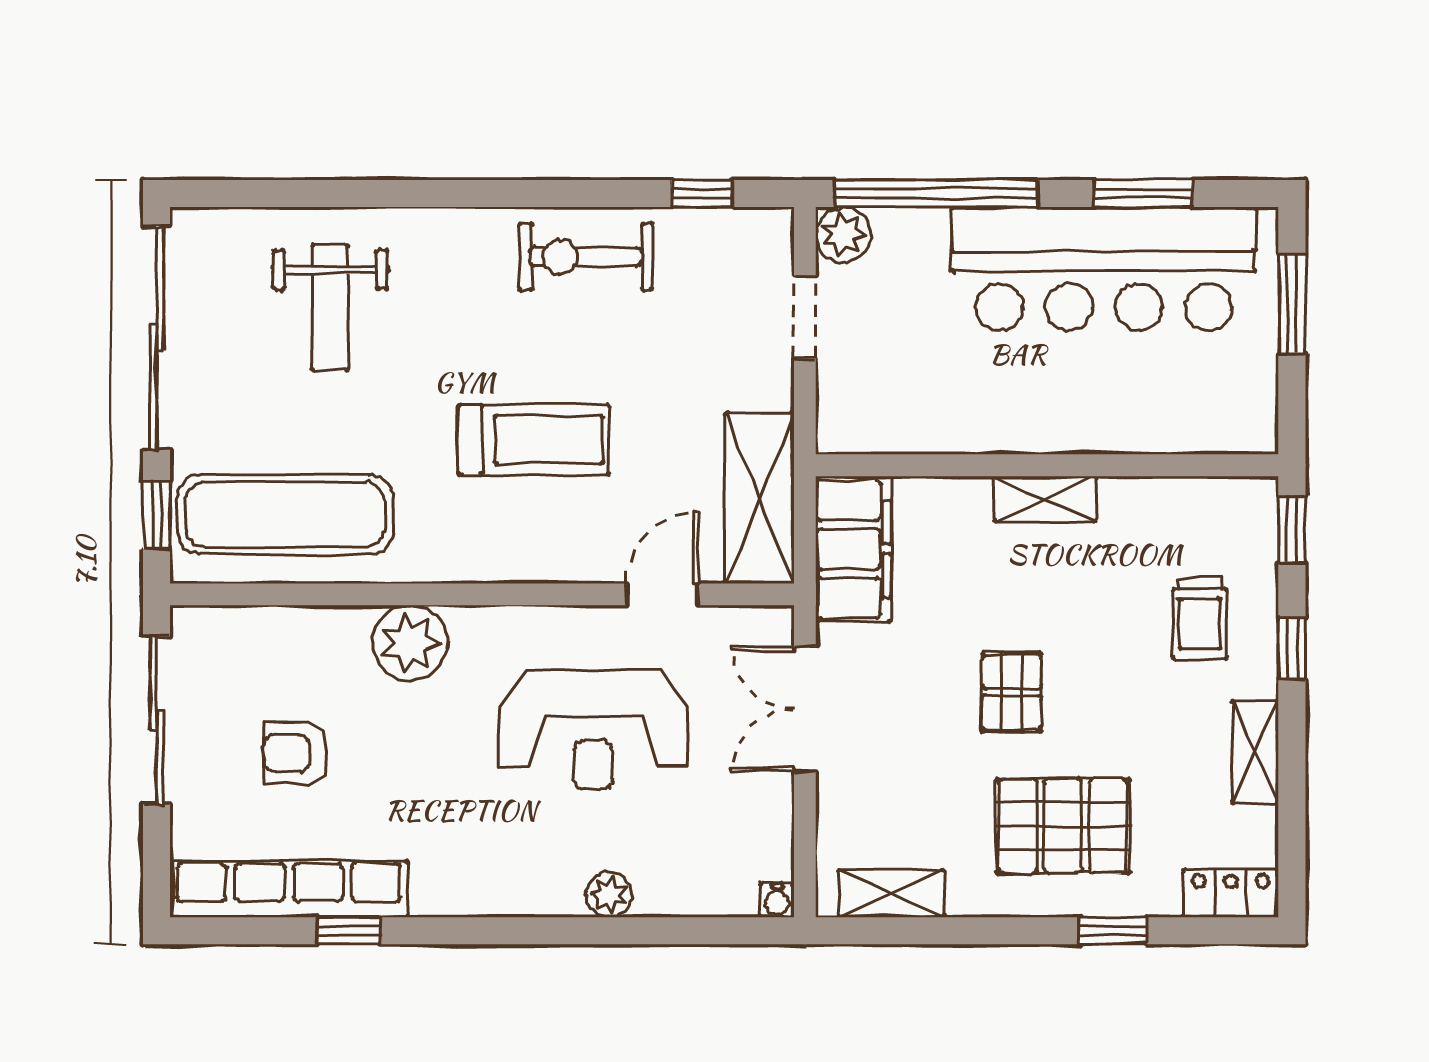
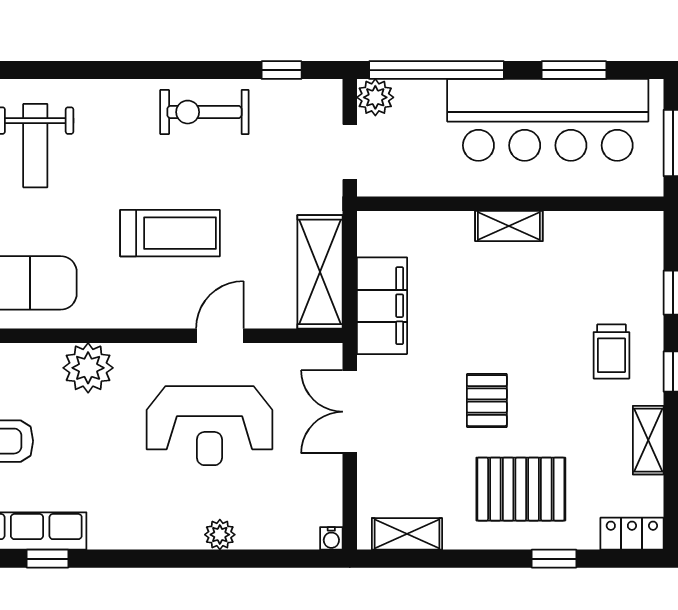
wall: (1047, 465) -> (510, 204), moved
shelving: (1045, 499) -> (509, 226), moved
door: (663, 594) -> (220, 336), moved

